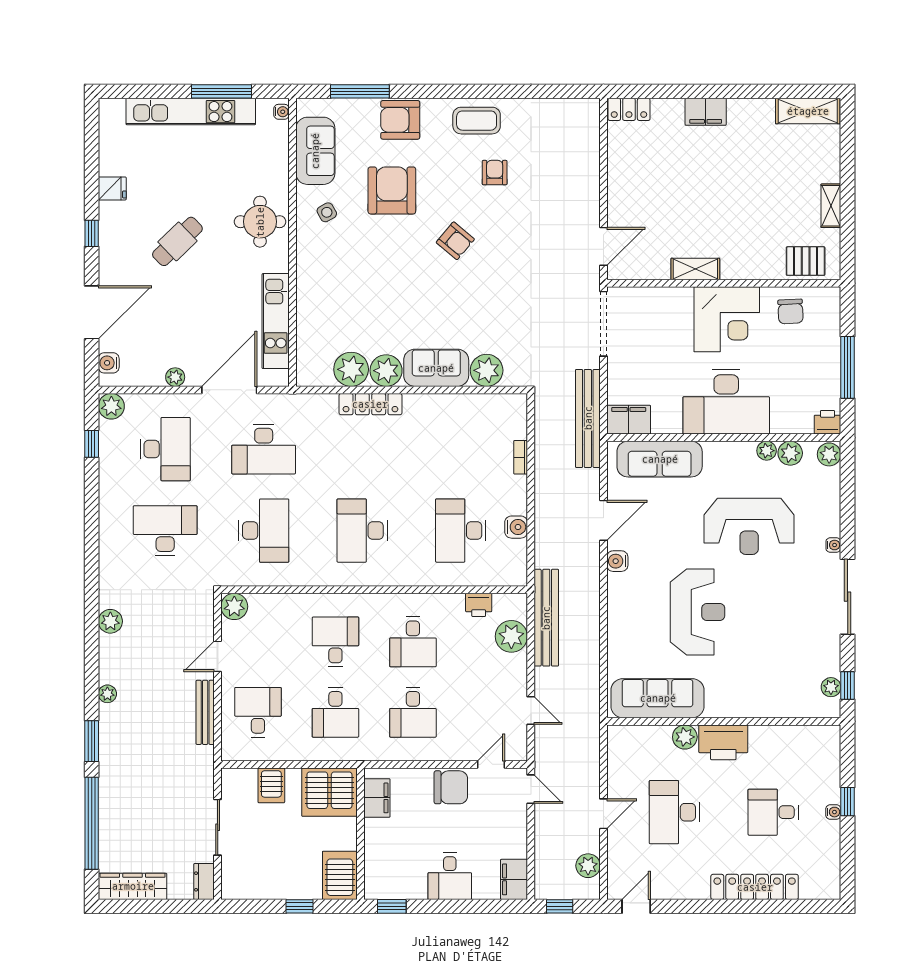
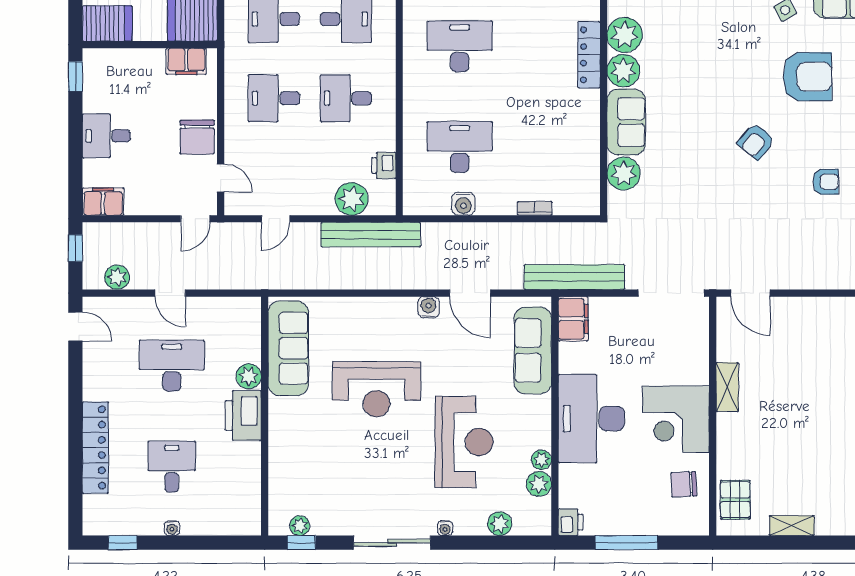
plant: (829, 454) -> (500, 524), moved
reception desk: (749, 526) -> (464, 442), turned 180
window: (848, 802) -> (123, 543), moved

